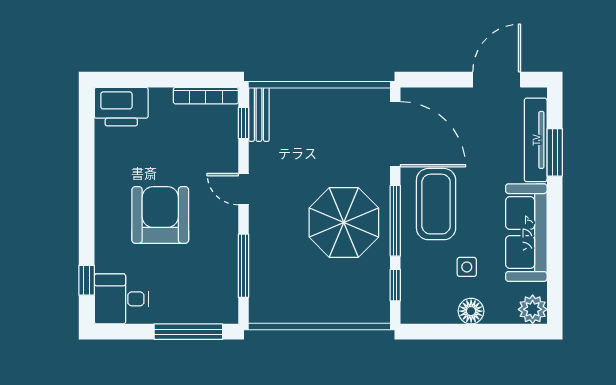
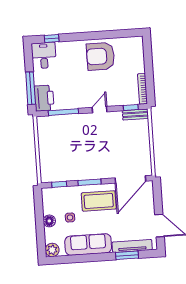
printer: (121, 107) -> (44, 98), moved, turned 180
armchair: (160, 215) -> (100, 56), moved, turned 180
window: (395, 221) -> (89, 182), width x0.69
parasol: (344, 223) -> (87, 158), removed

